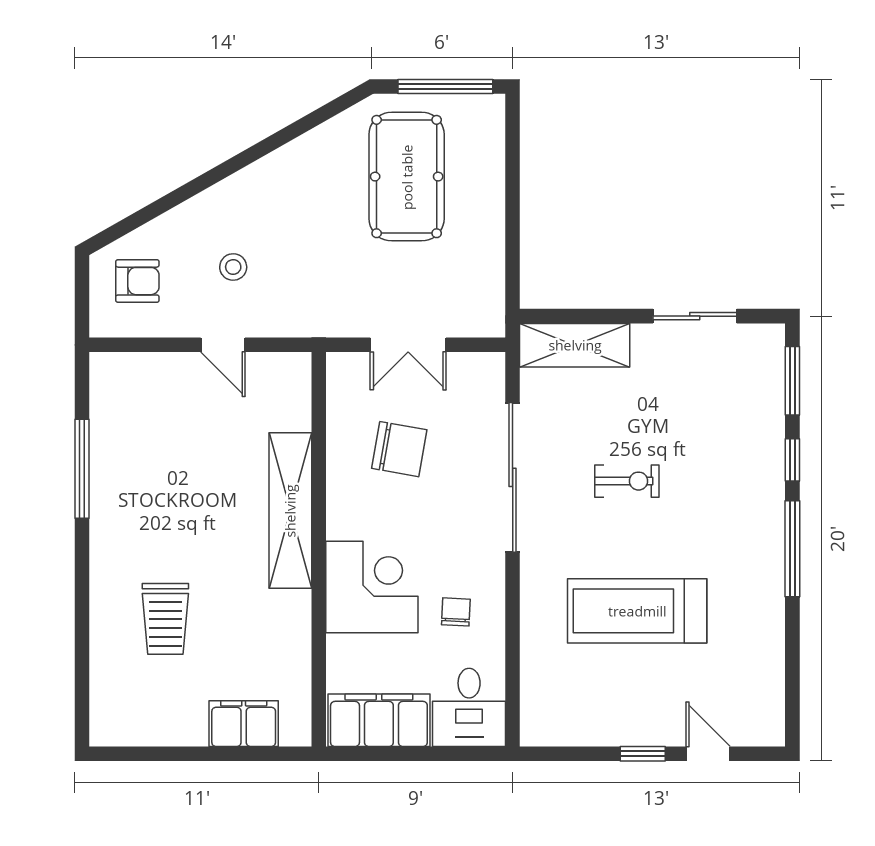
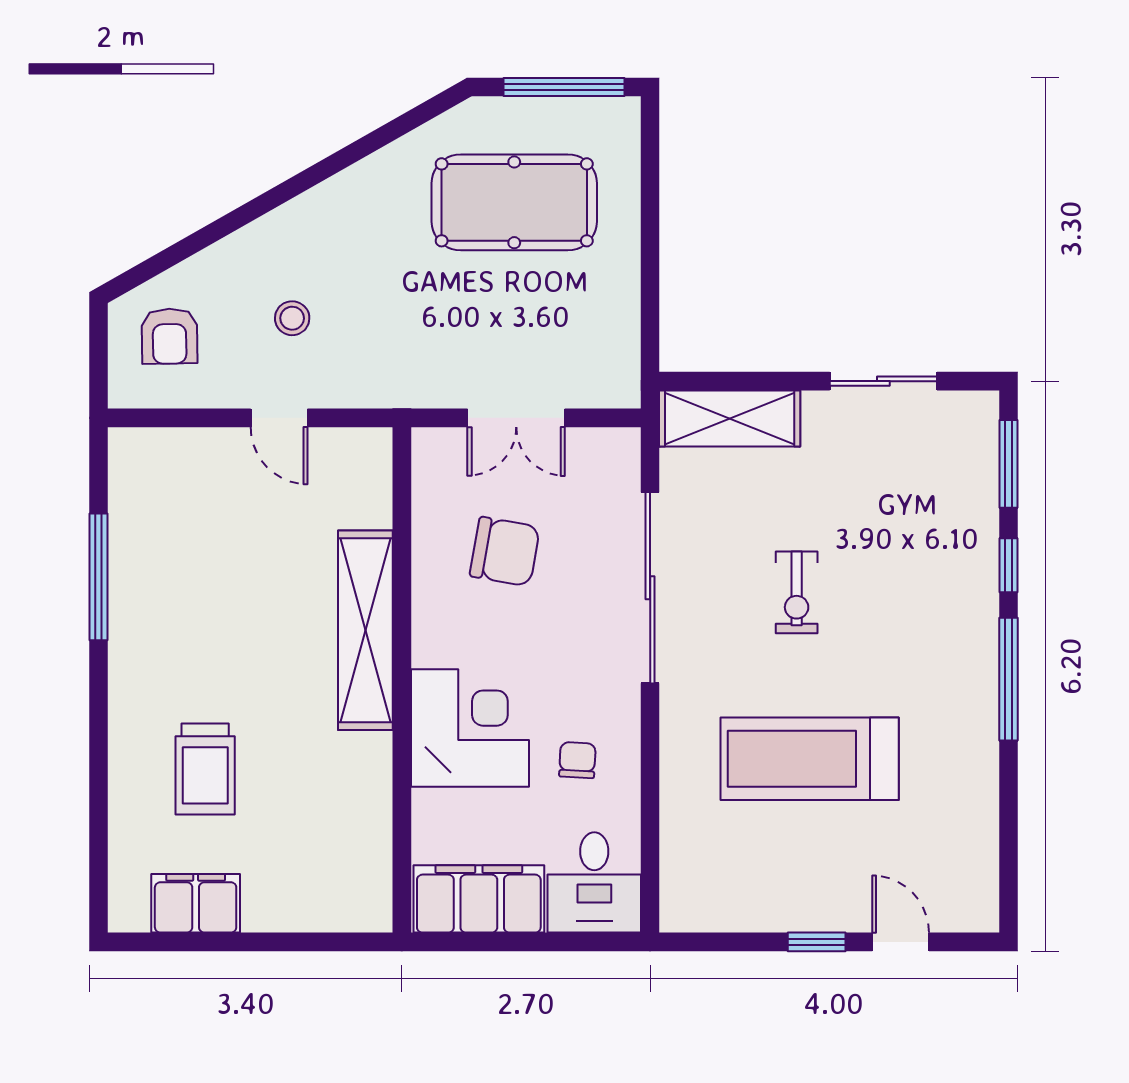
pool table: (407, 177) -> (514, 202), turned 90
armchair: (137, 281) -> (169, 336), turned 89
exercise bike: (627, 481) -> (797, 592), turned 90
filing cabinet: (244, 724) -> (196, 903), moved

